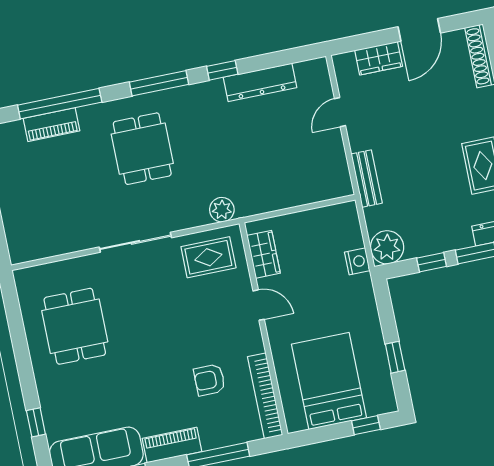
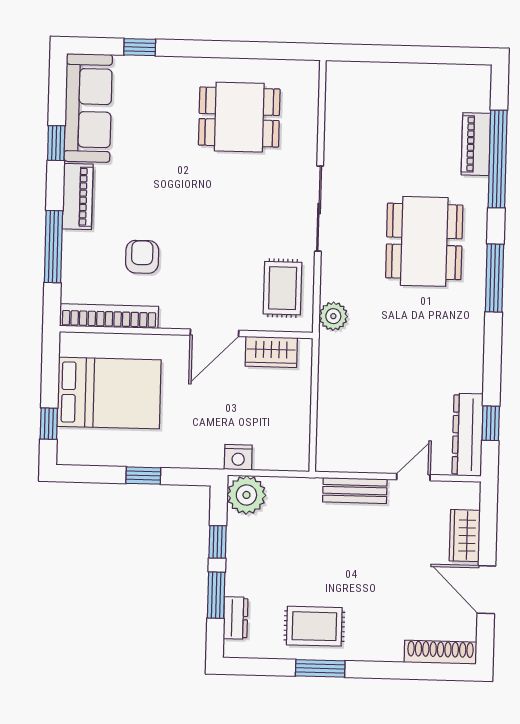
window: (222, 70) -> (491, 423), moved
dresser: (260, 82) -> (468, 435), moved
door: (340, 112) -> (413, 477), hinge flipped
dining table: (142, 149) -> (424, 241), width x1.38
bench: (367, 179) -> (355, 491), moved
door: (259, 305) -> (214, 333), width x1.38
window: (395, 357) -> (143, 476), moved

